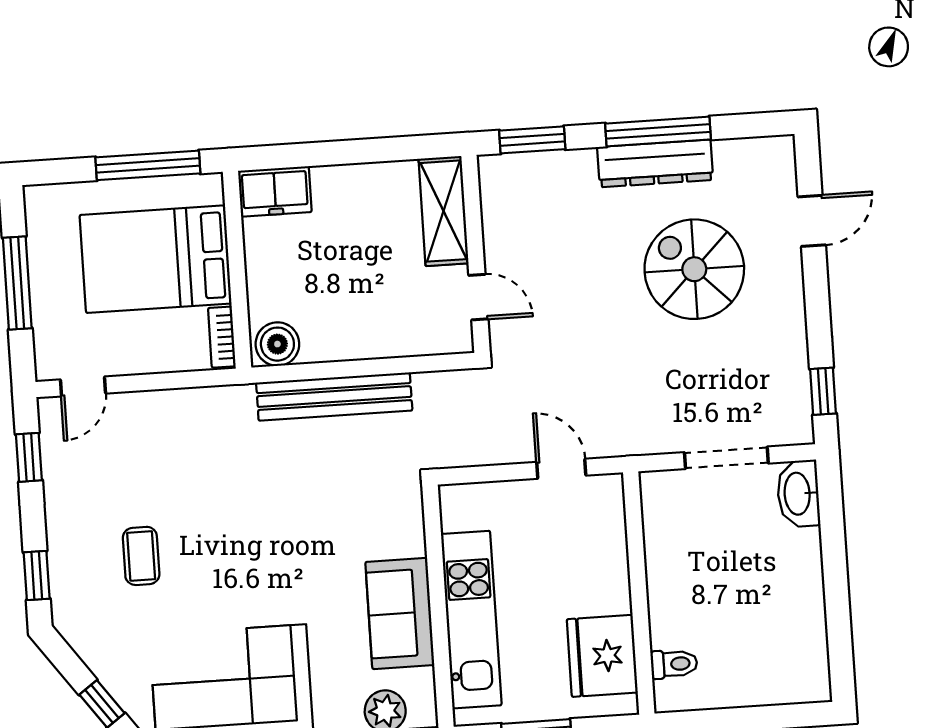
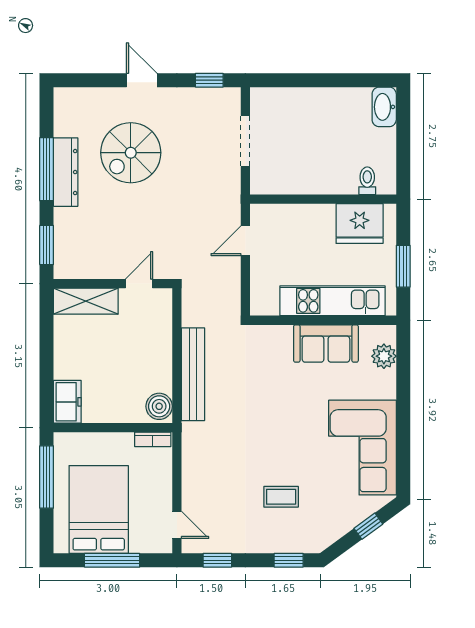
door: (812, 221) -> (142, 80), moved
bed: (156, 259) -> (99, 509), moved, turned 180
washbasin: (798, 494) -> (384, 107), moved, turned 90

